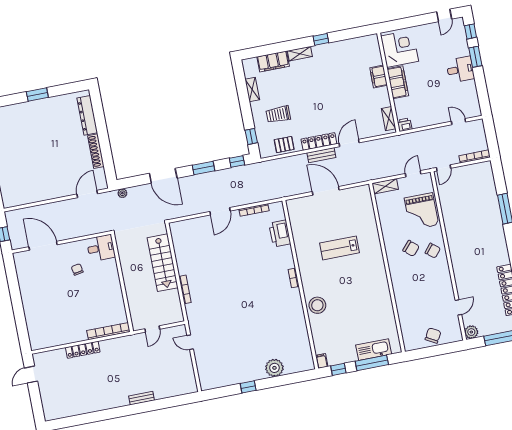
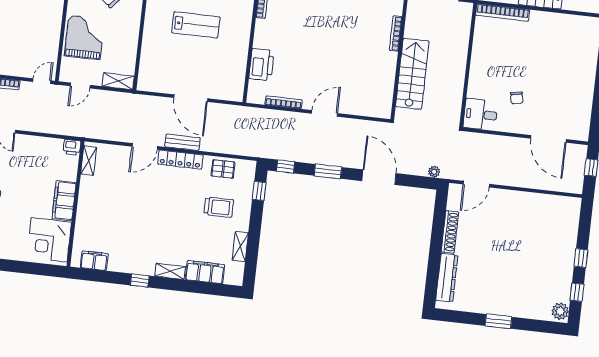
filing cabinet: (379, 77) -> (94, 261), moved, turned -90

